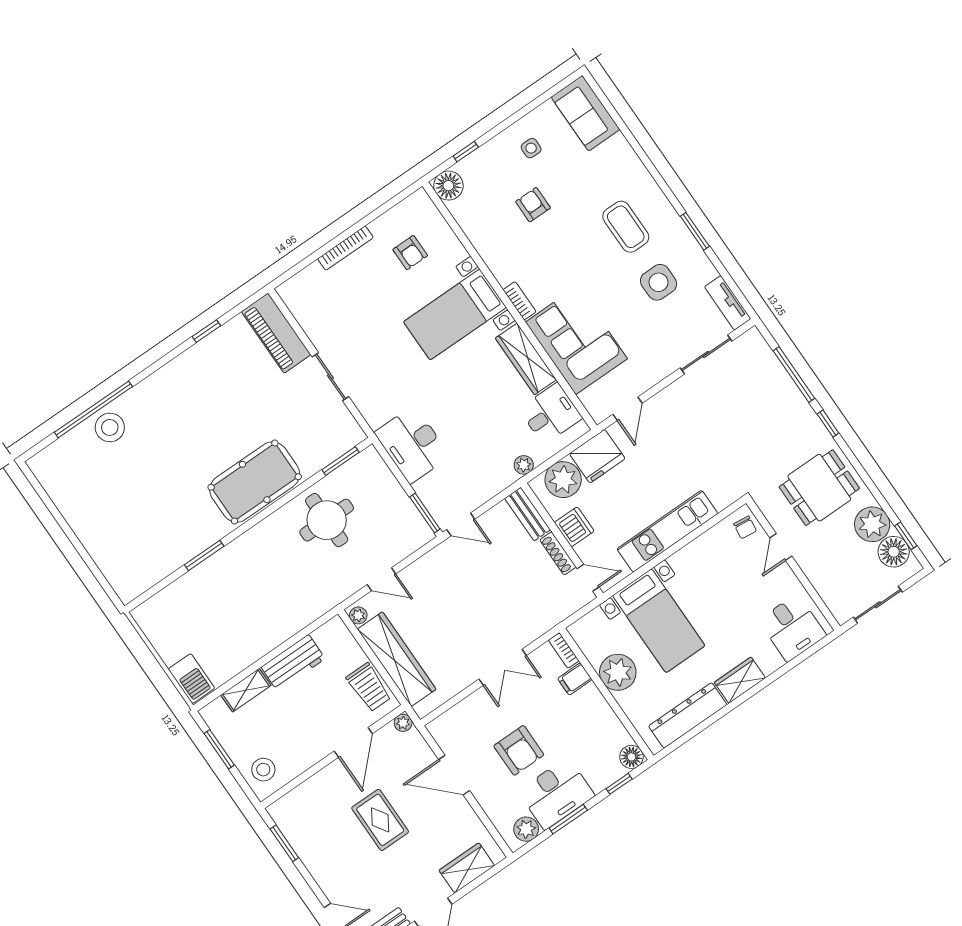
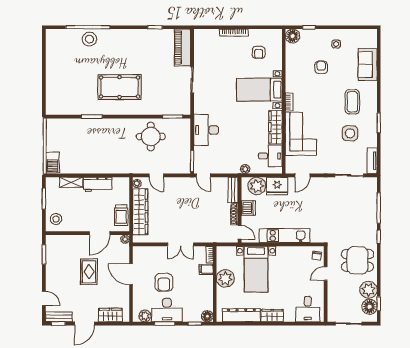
sofa: (585, 113) -> (368, 64), moved
pool table: (255, 482) -> (120, 87), moved

